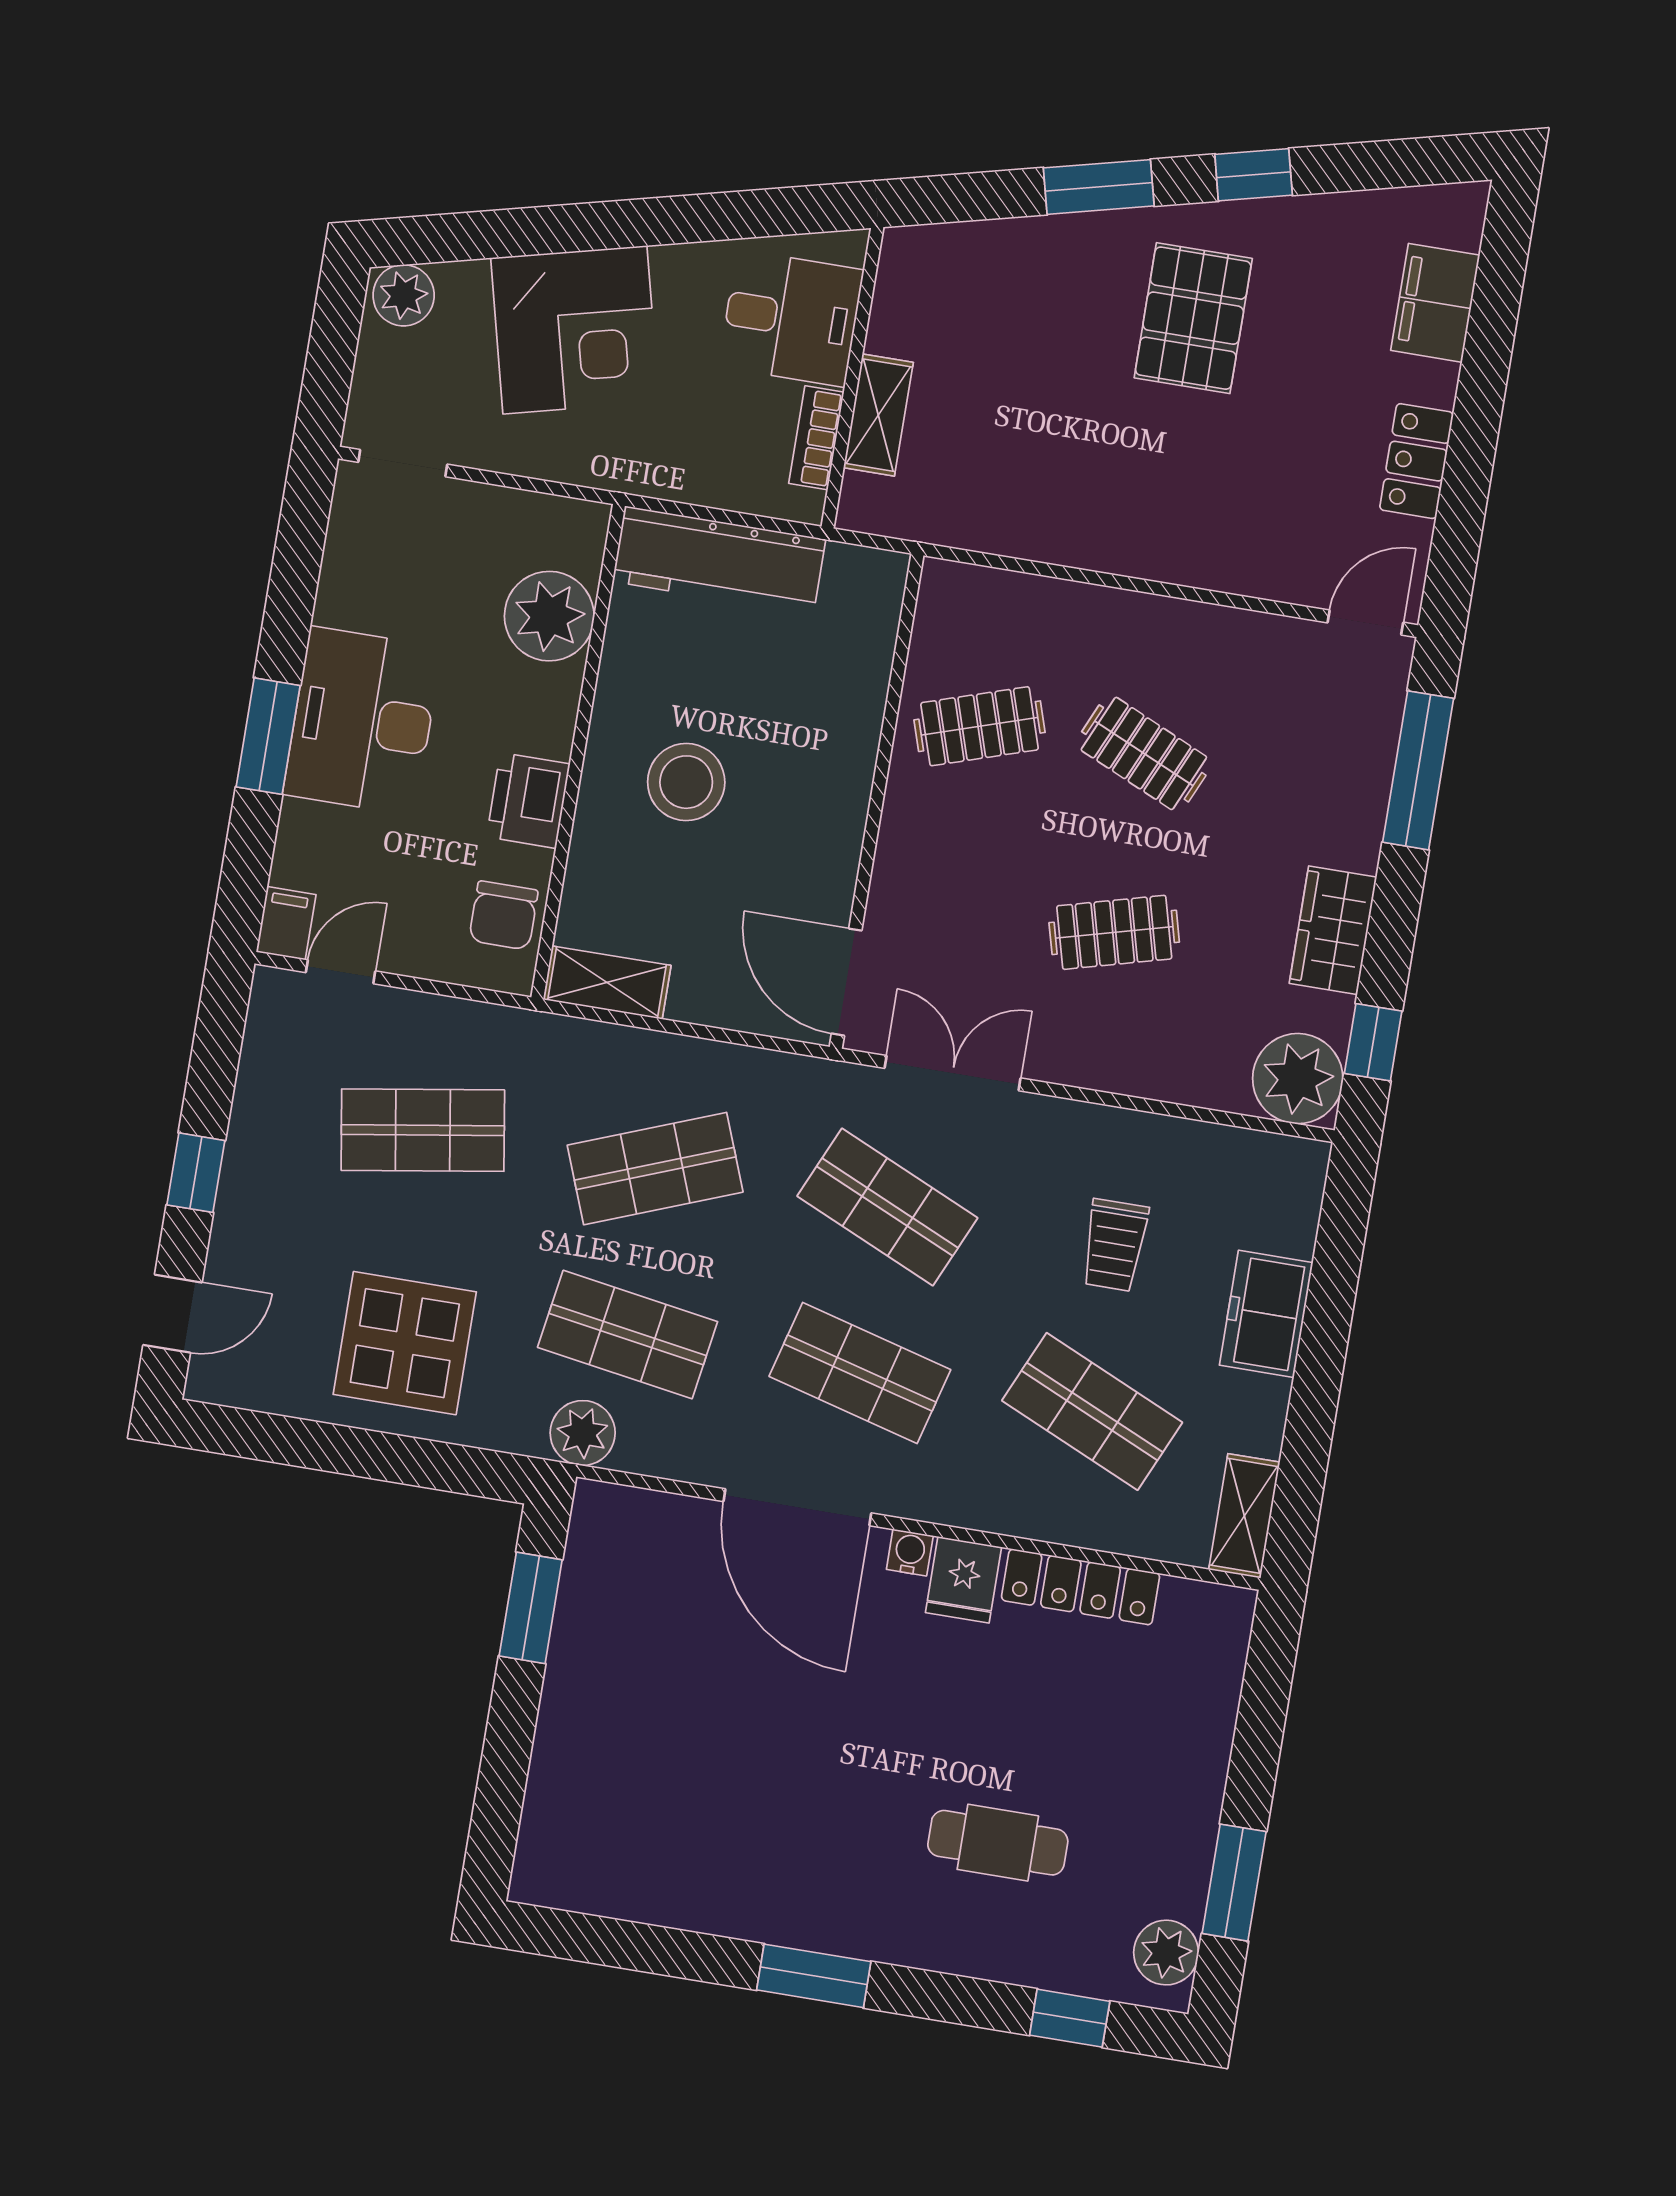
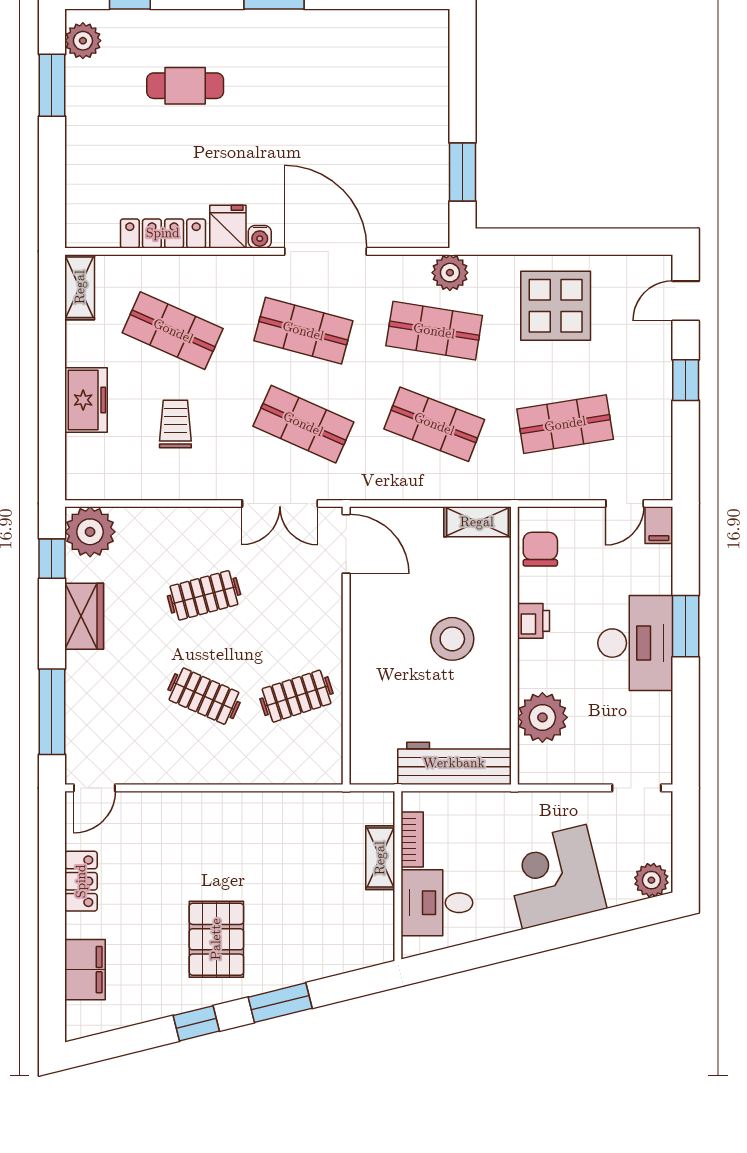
printer: (528, 800) -> (533, 621), width x0.73, depth x0.81
shop shelf: (655, 1169) -> (434, 424), turned 42

